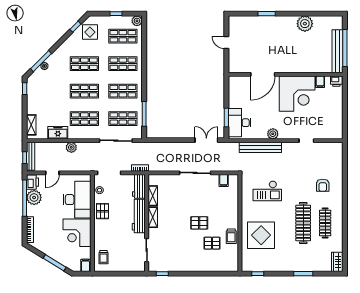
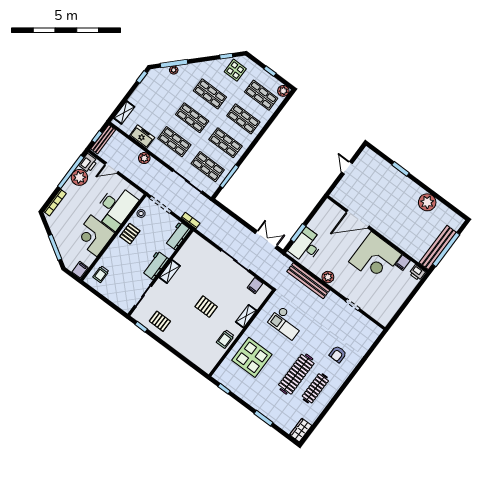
shelving: (153, 196) -> (246, 316), moved
workbench: (139, 216) -> (155, 265), width x0.73
pallet: (212, 243) -> (160, 321), moved

